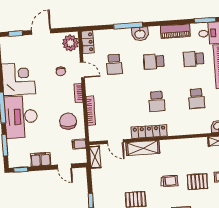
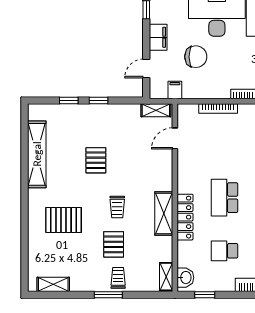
school desk: (157, 101) -> (225, 198), width x1.85
chair: (68, 121) -> (196, 57), moved
locker: (149, 132) -> (185, 217), moved
shelving: (143, 148) -> (164, 214), moved

